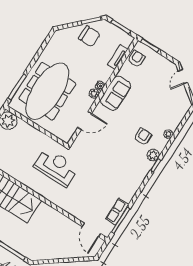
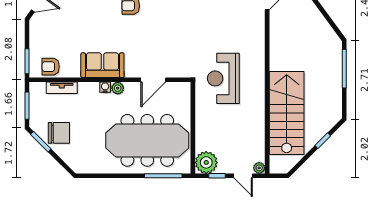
chair: (89, 36) -> (59, 133), turned 90
door: (85, 120) -> (153, 80), swing flipped

